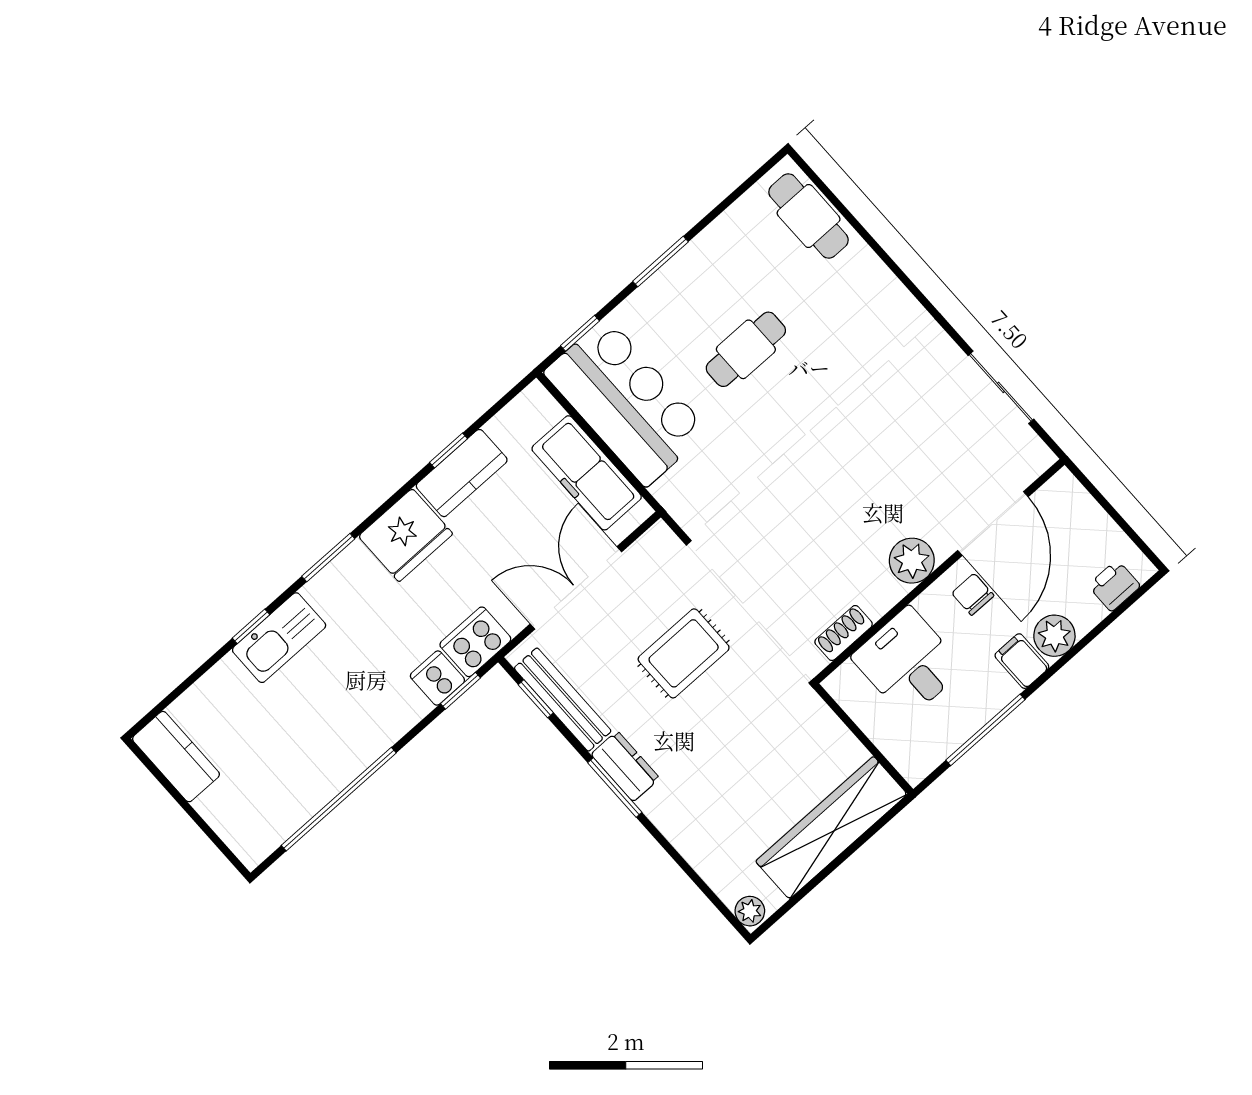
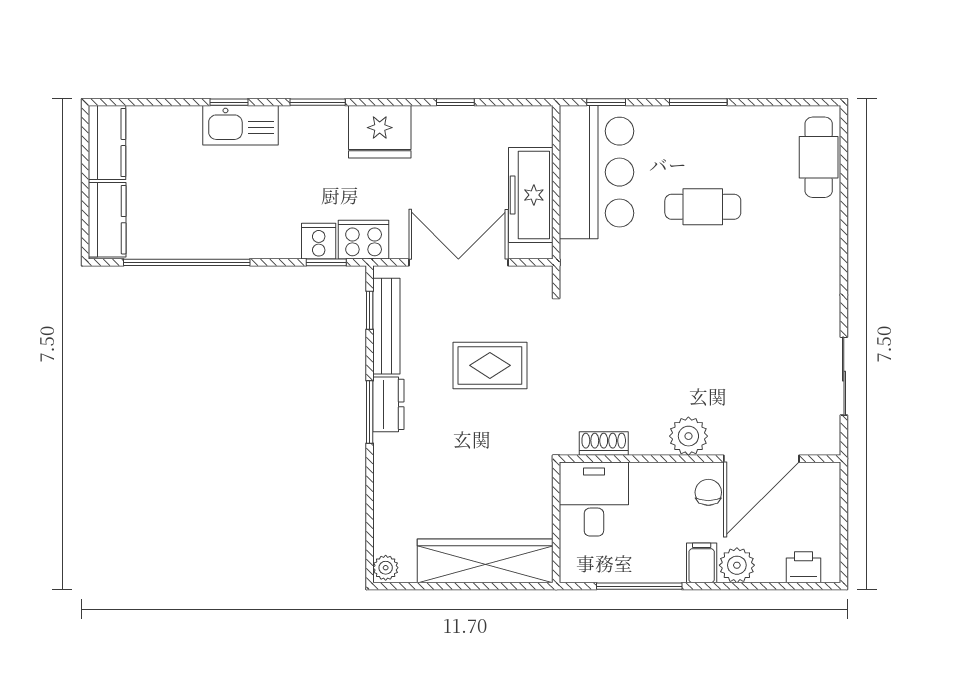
kitchen counter: (462, 473) -> (107, 220), moved, turned -90
desk: (908, 663) -> (594, 499), moved

